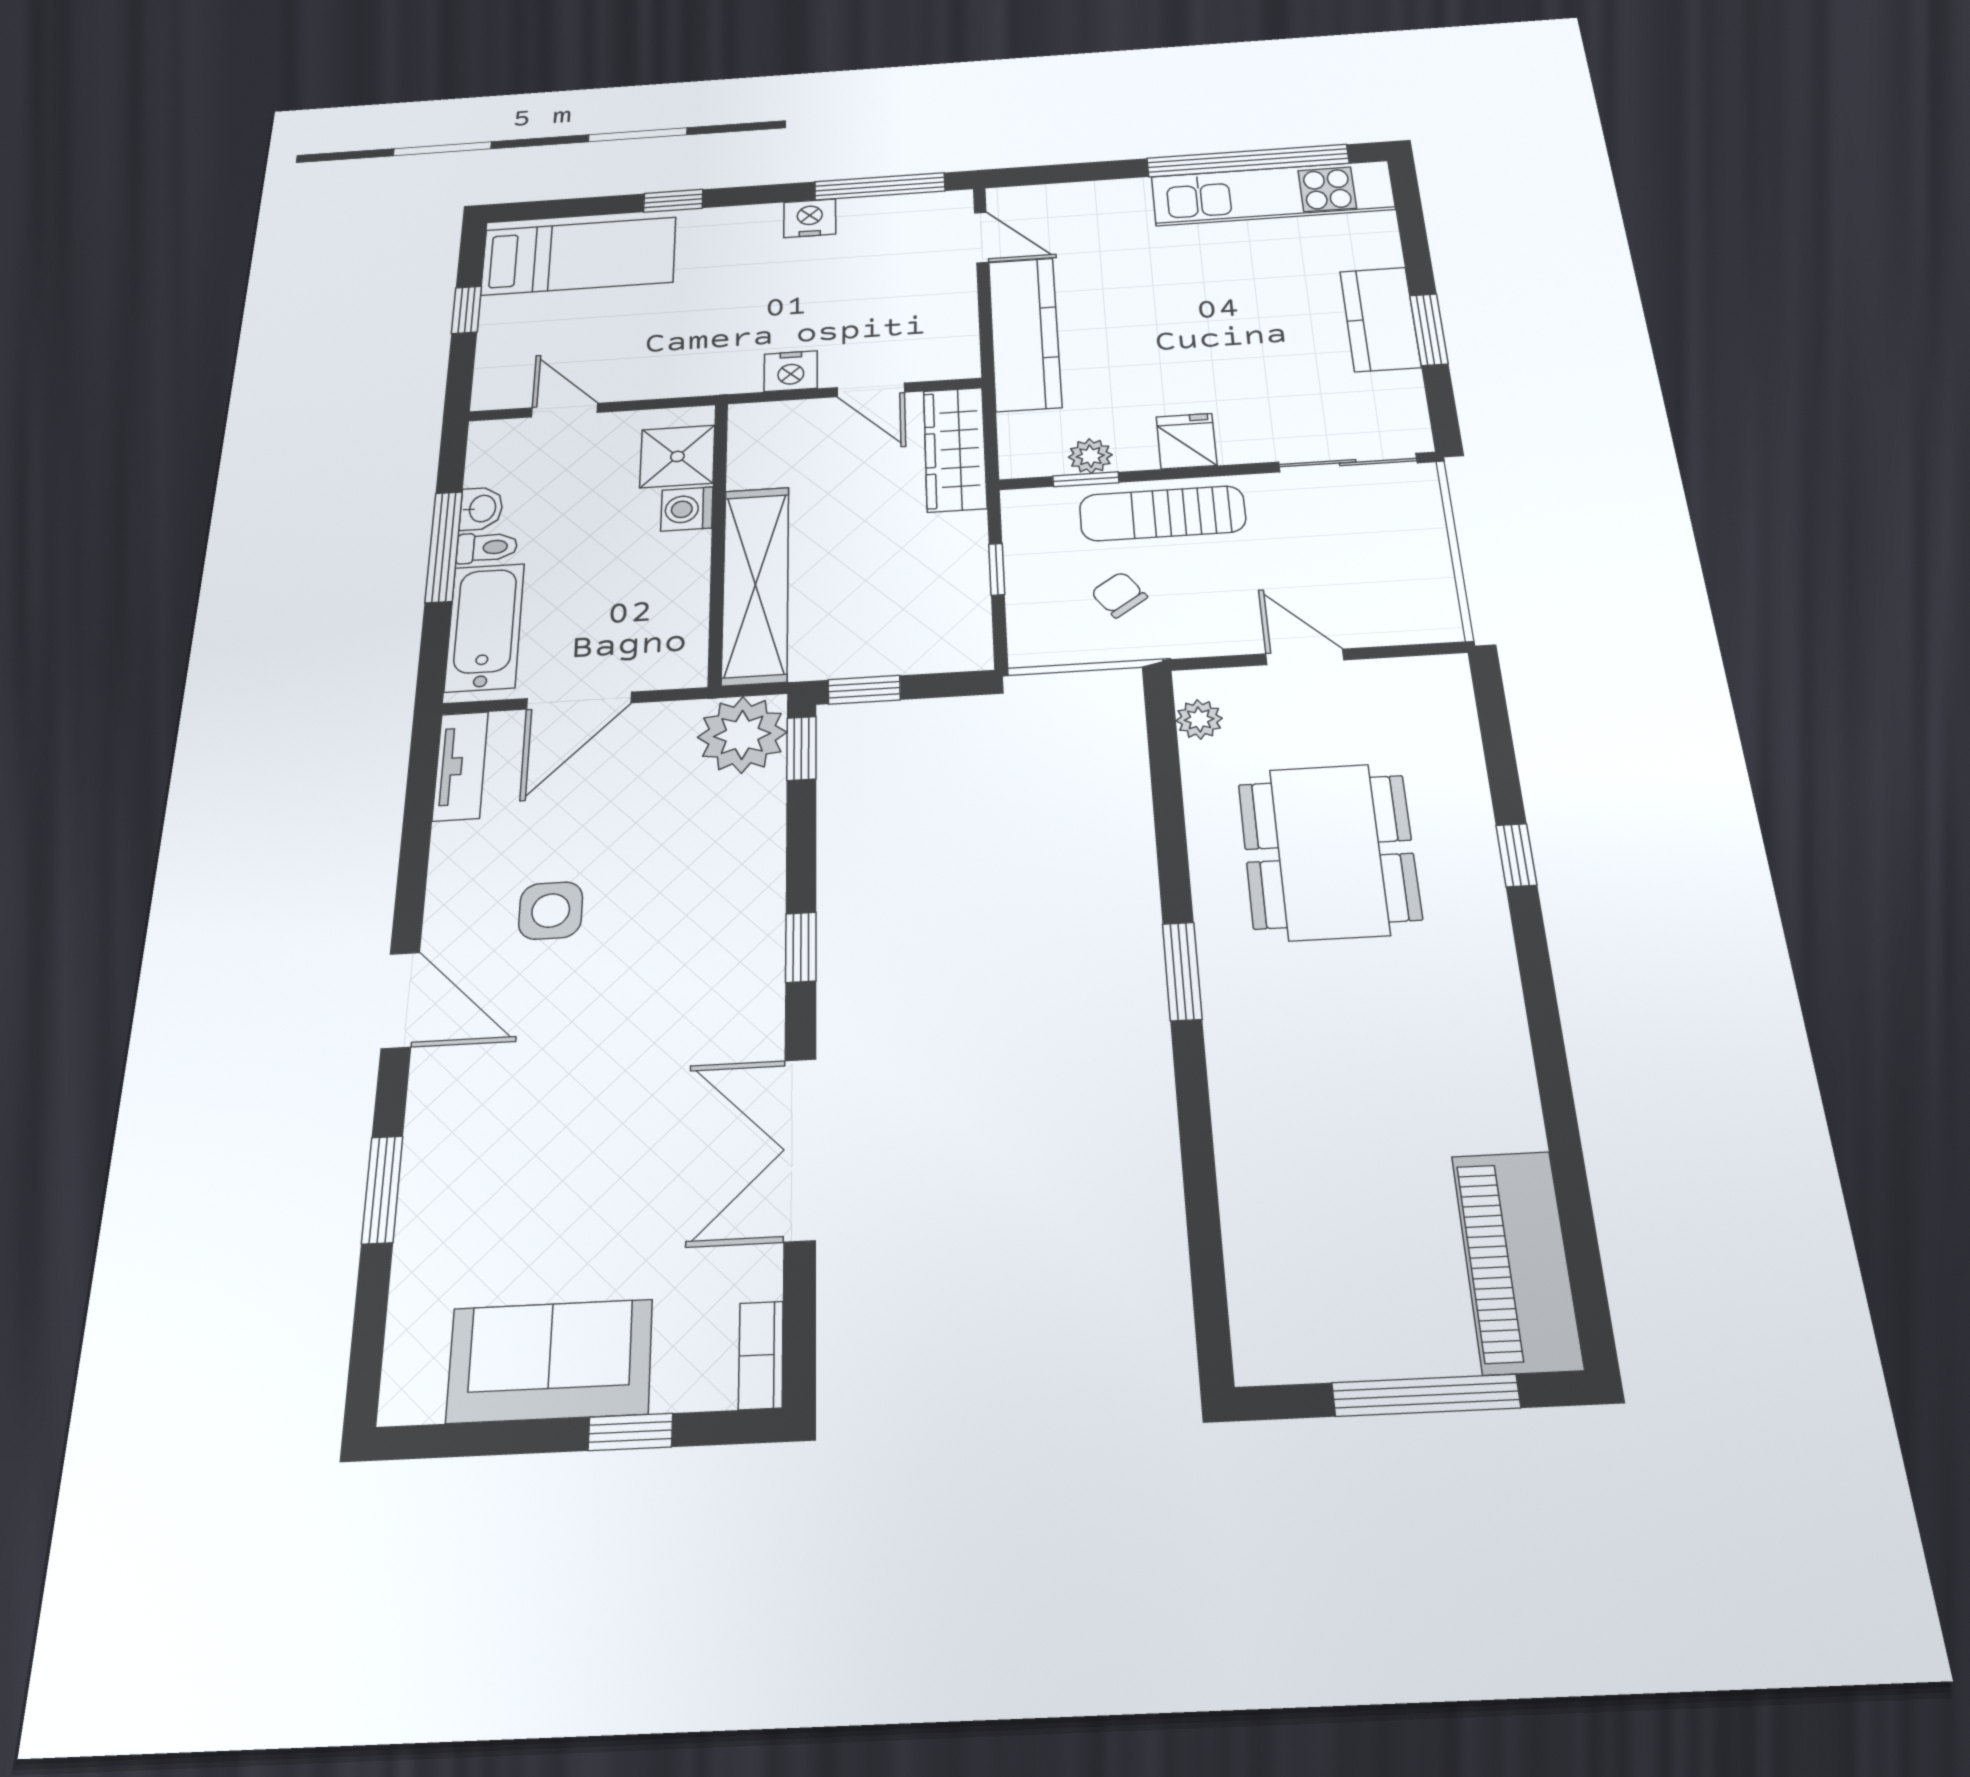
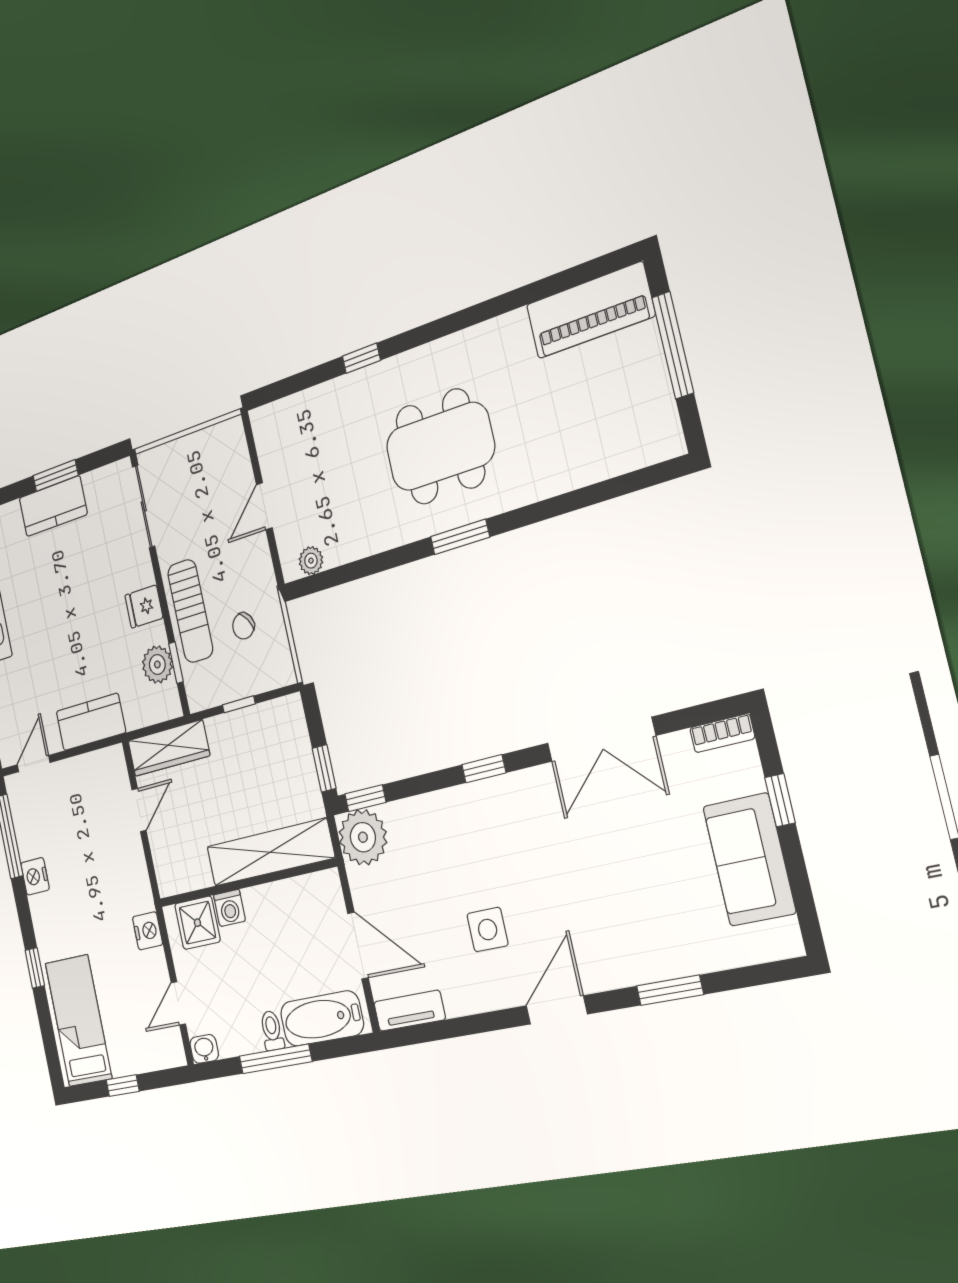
kitchen counter: (1025, 334) -> (91, 722), width x0.67
nightstand: (791, 371) -> (148, 931), moved
plant: (1090, 456) -> (157, 664), width x1.38, depth x1.38
washbasin: (481, 509) -> (204, 1049), moved
dining table: (1329, 851) -> (440, 447), moved

